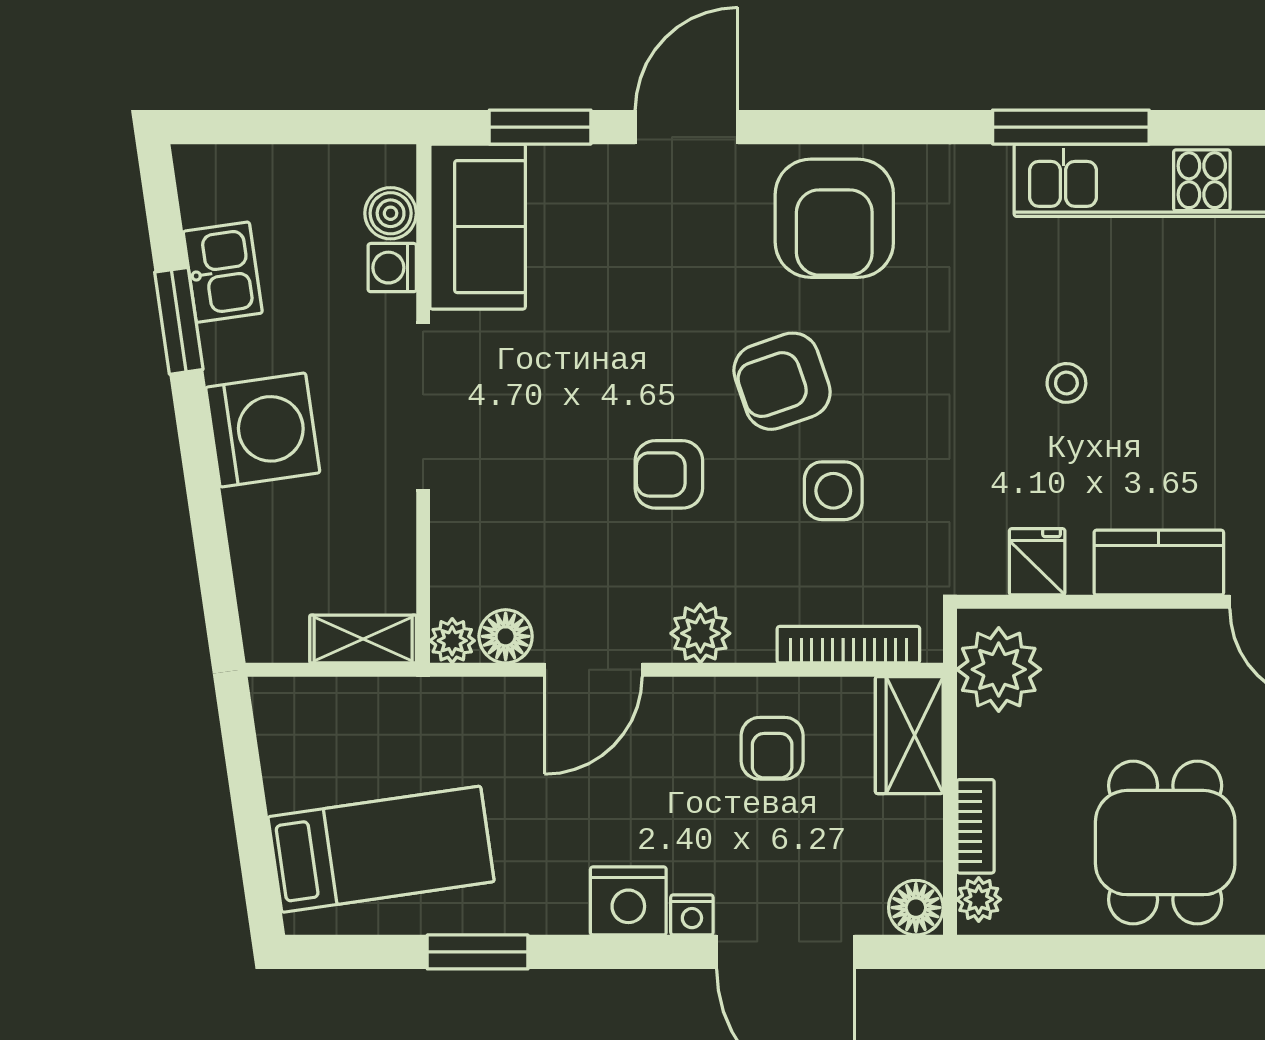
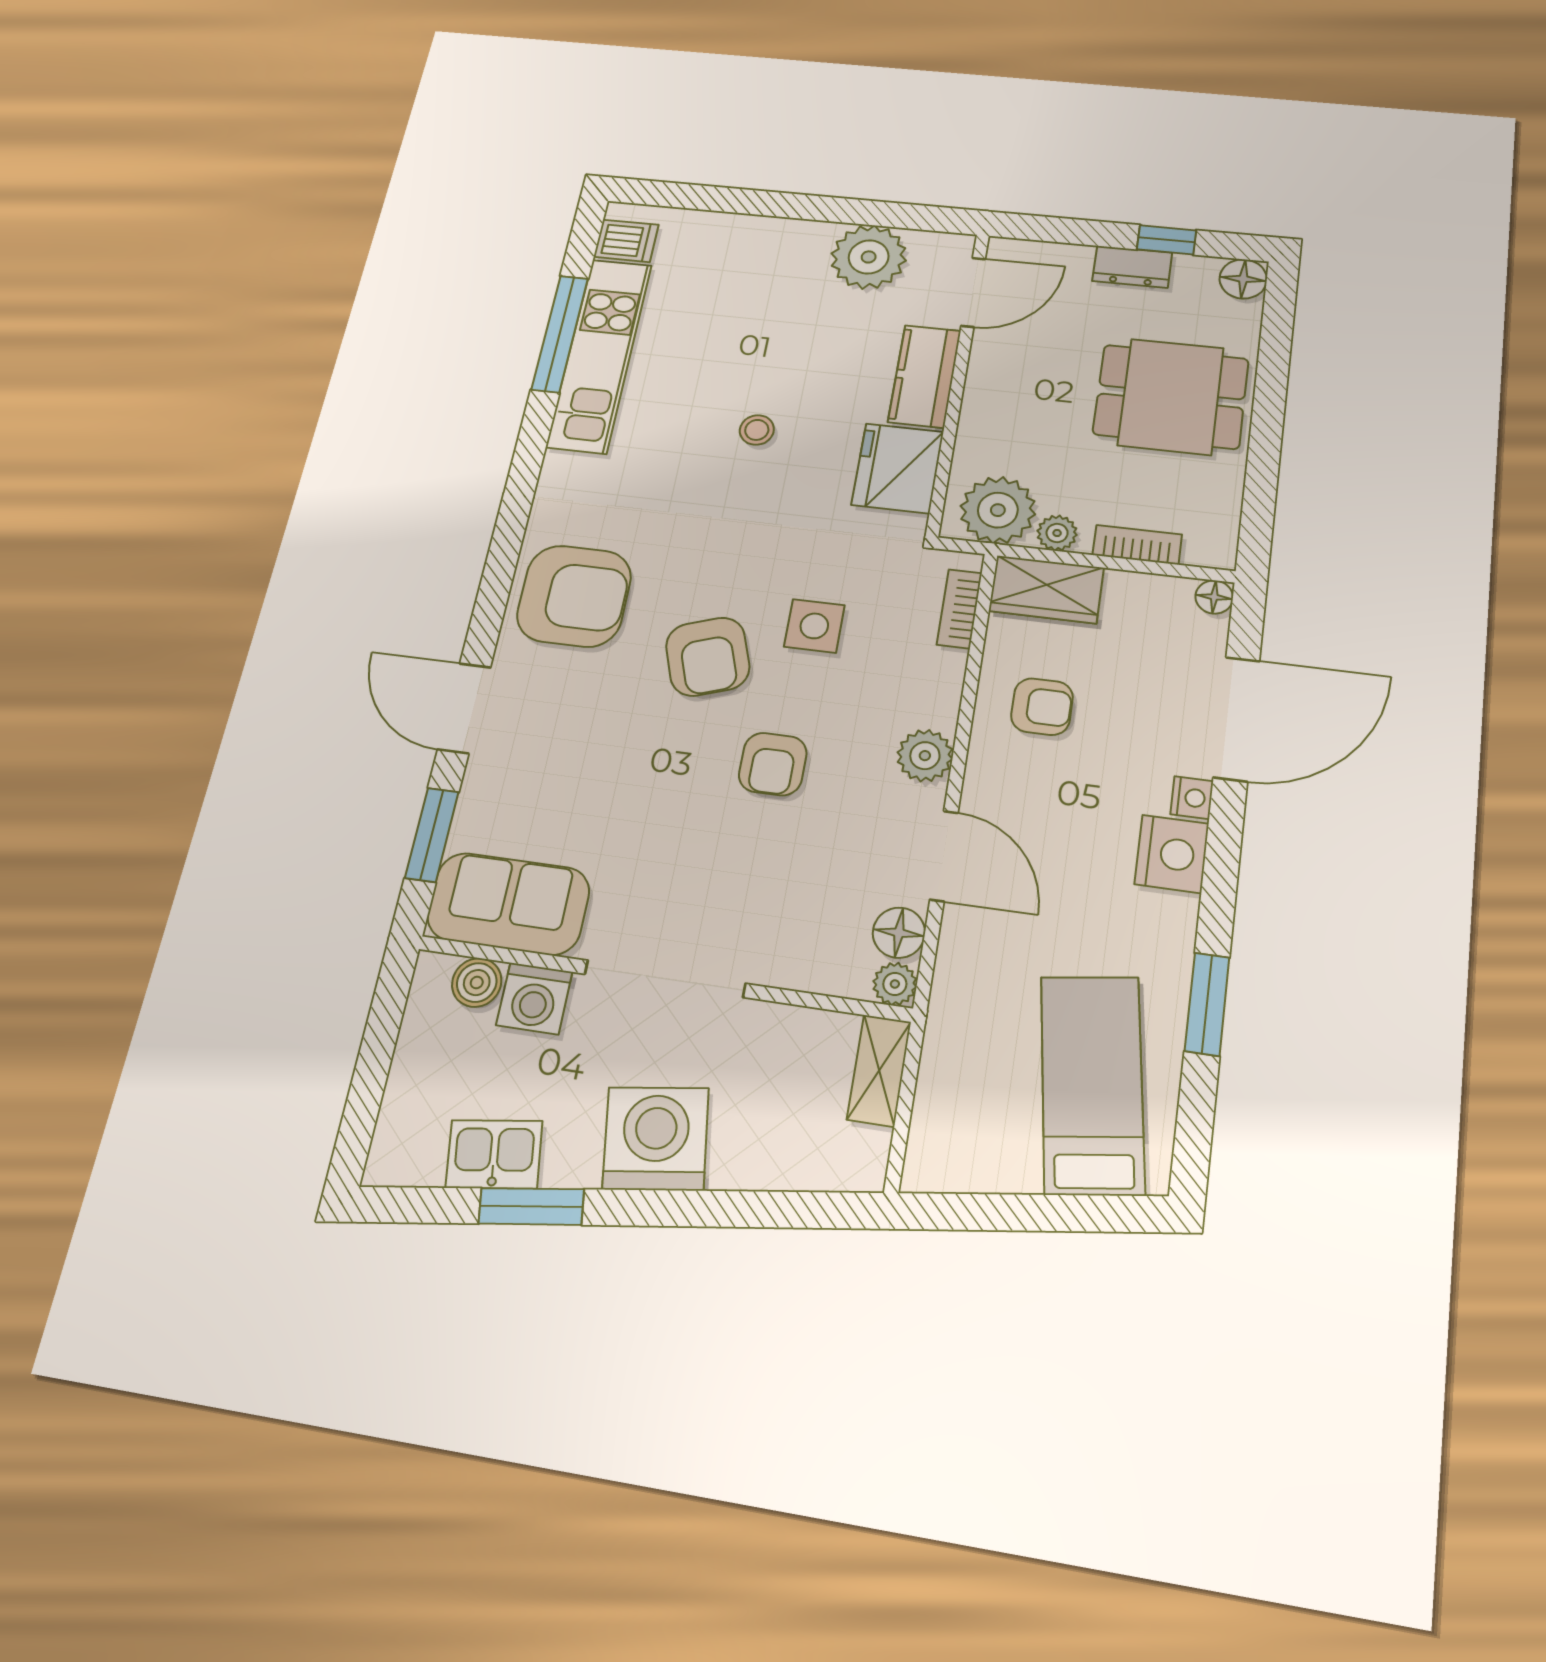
window: (1071, 127) -> (560, 334), moved
washing machine: (392, 268) -> (534, 998), width x1.38, depth x1.38
fridge: (1037, 562) -> (898, 468), width x1.88, depth x1.34
bookcase: (848, 645) -> (959, 609), width x0.64
plant: (979, 899) -> (1057, 533), moved
floor lamp: (916, 908) -> (1214, 597), width x0.73, depth x0.73

